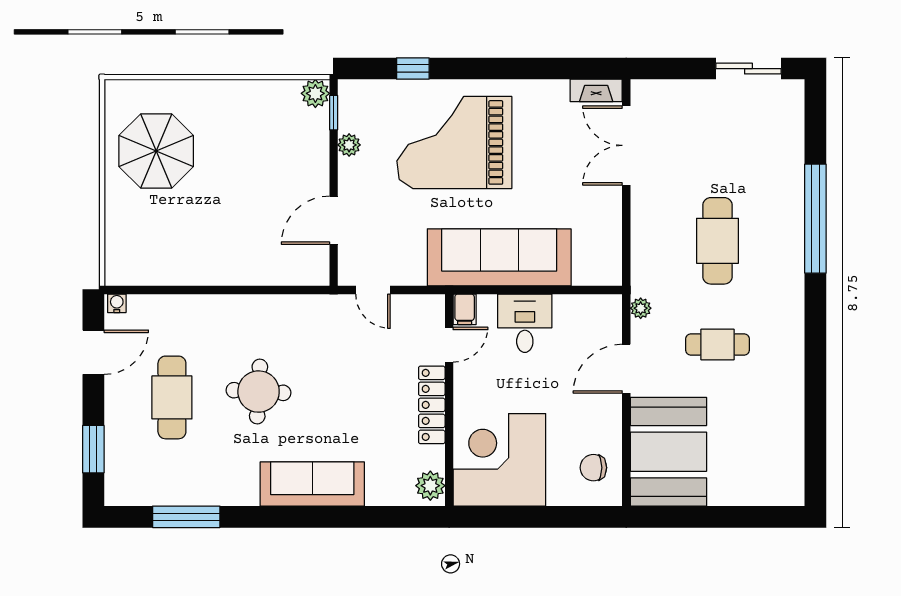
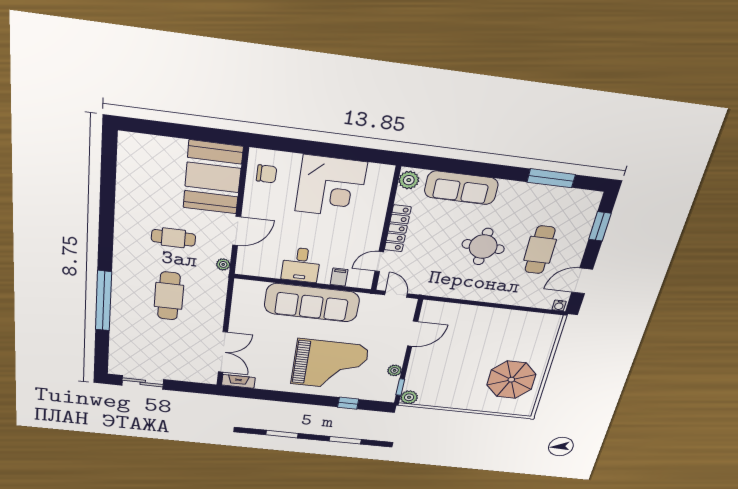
door: (449, 345) -> (379, 262), moved
wall: (449, 400) -> (386, 230), moved
locker: (432, 405) -> (398, 228), moved
plant: (430, 486) -> (409, 180), moved

